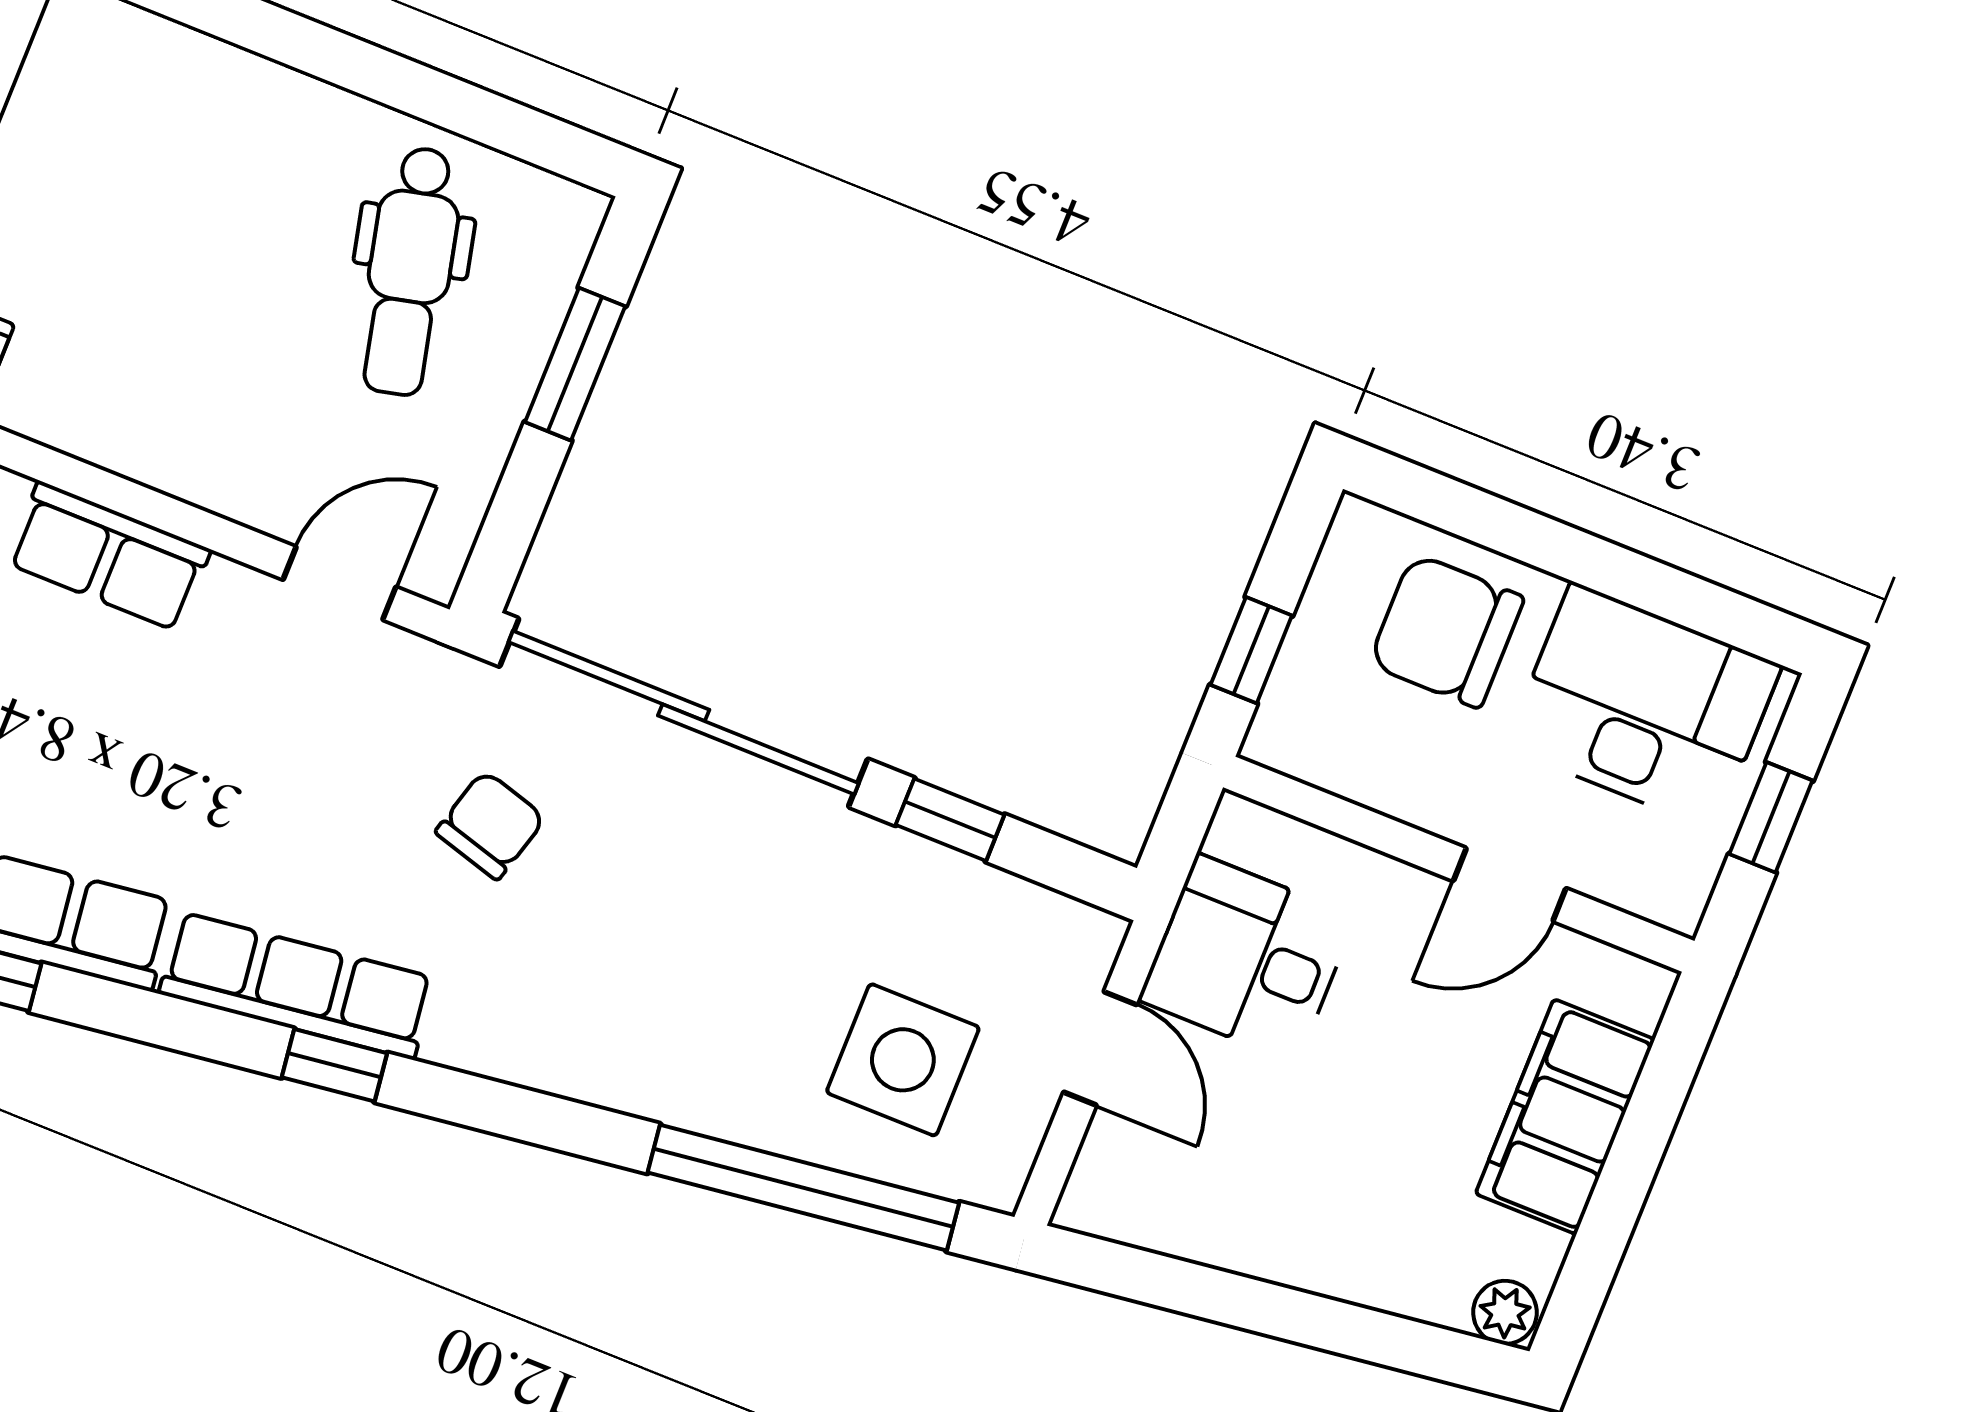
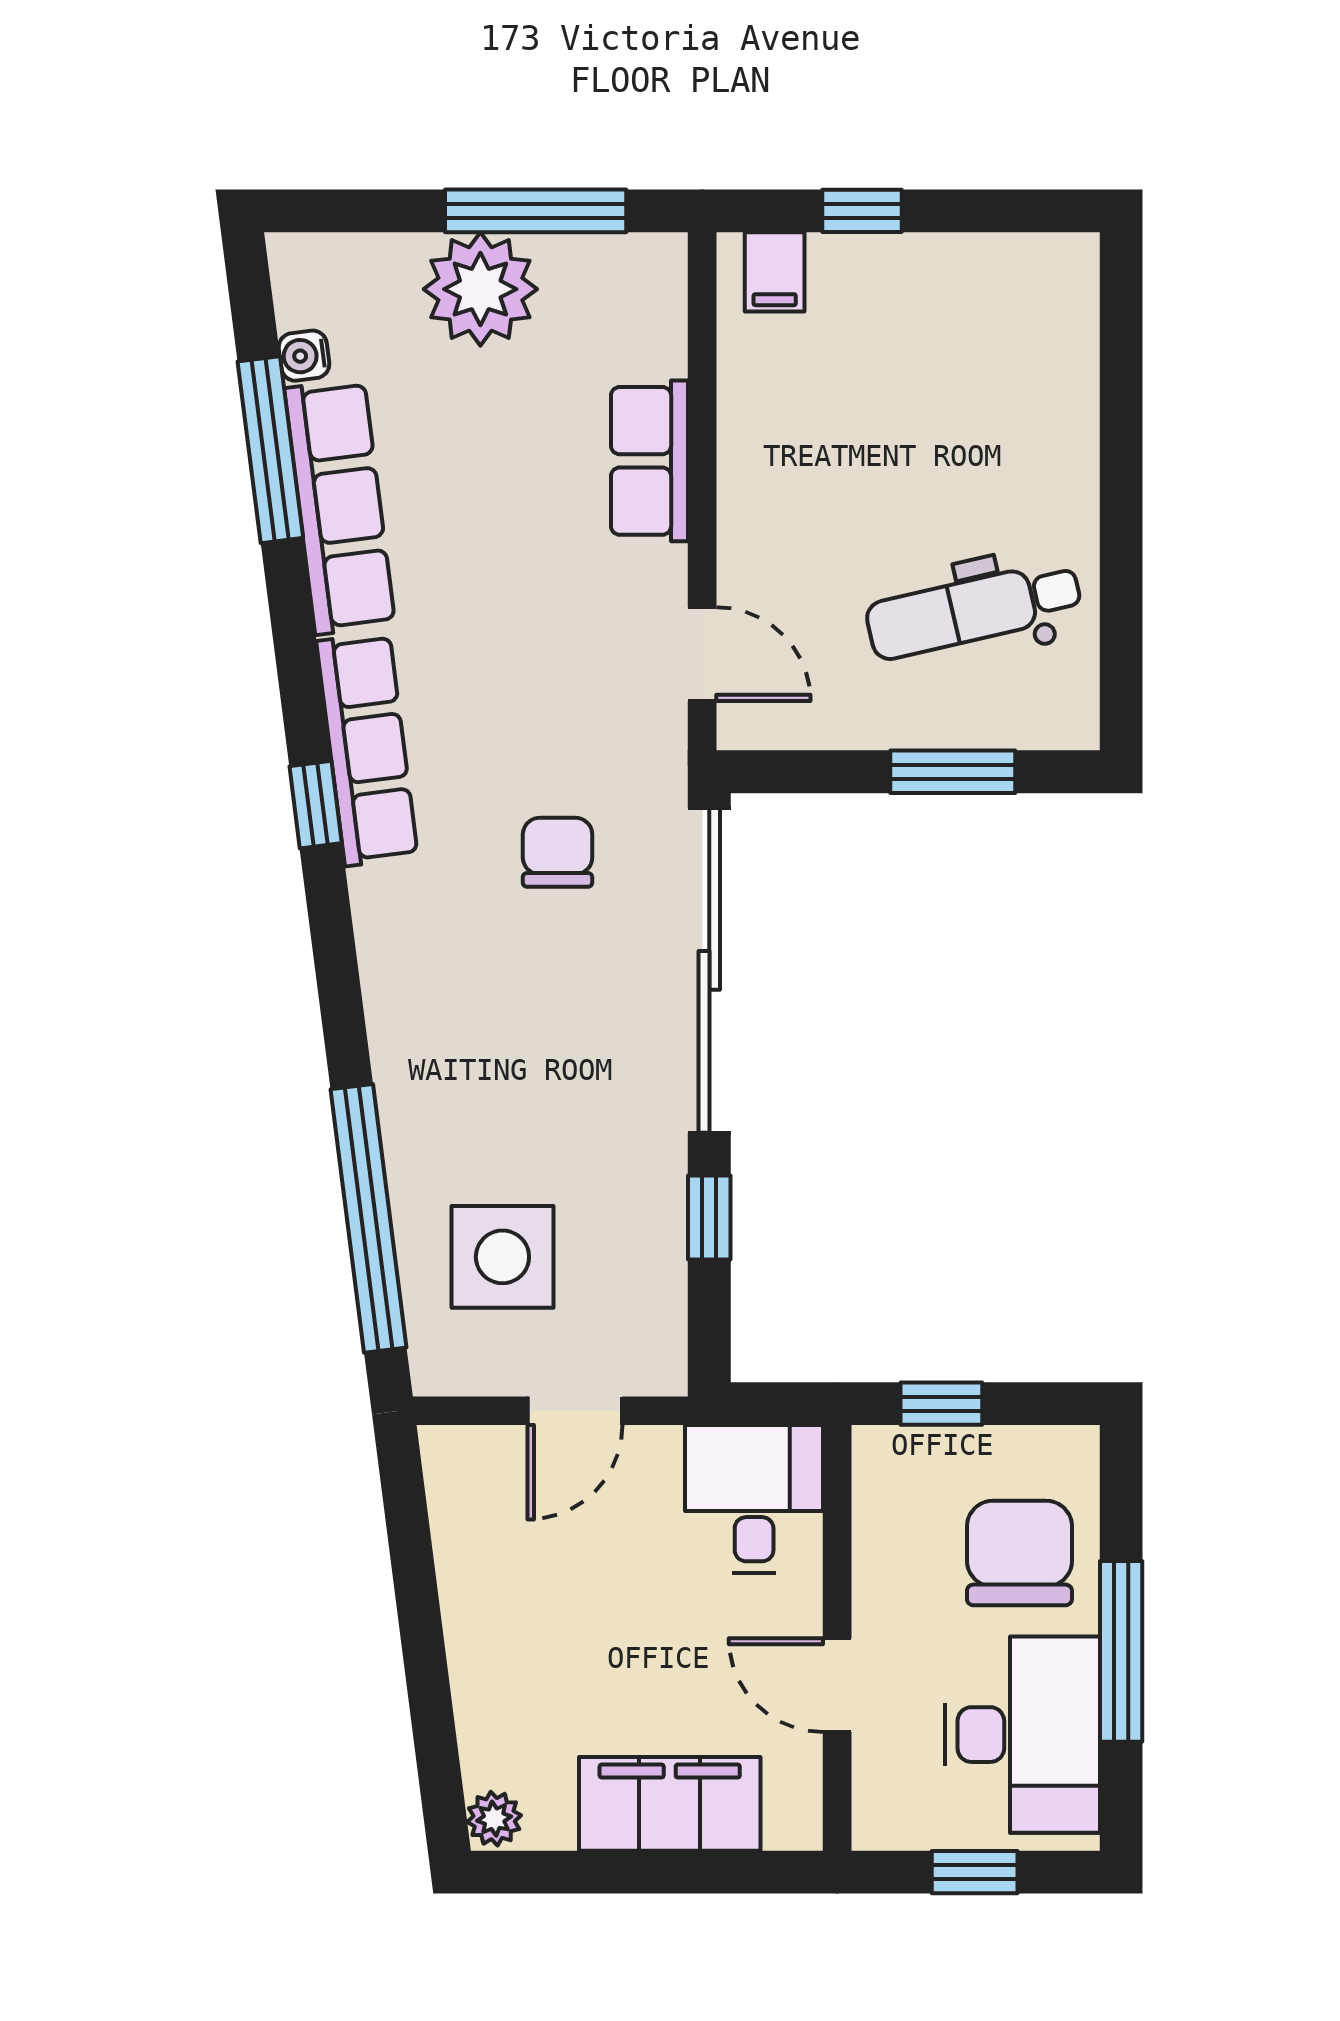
window: (1596, 564) -> (1121, 1651), added
chair: (490, 825) -> (558, 852), turned -106
desk: (1247, 958) -> (754, 1499), moved

